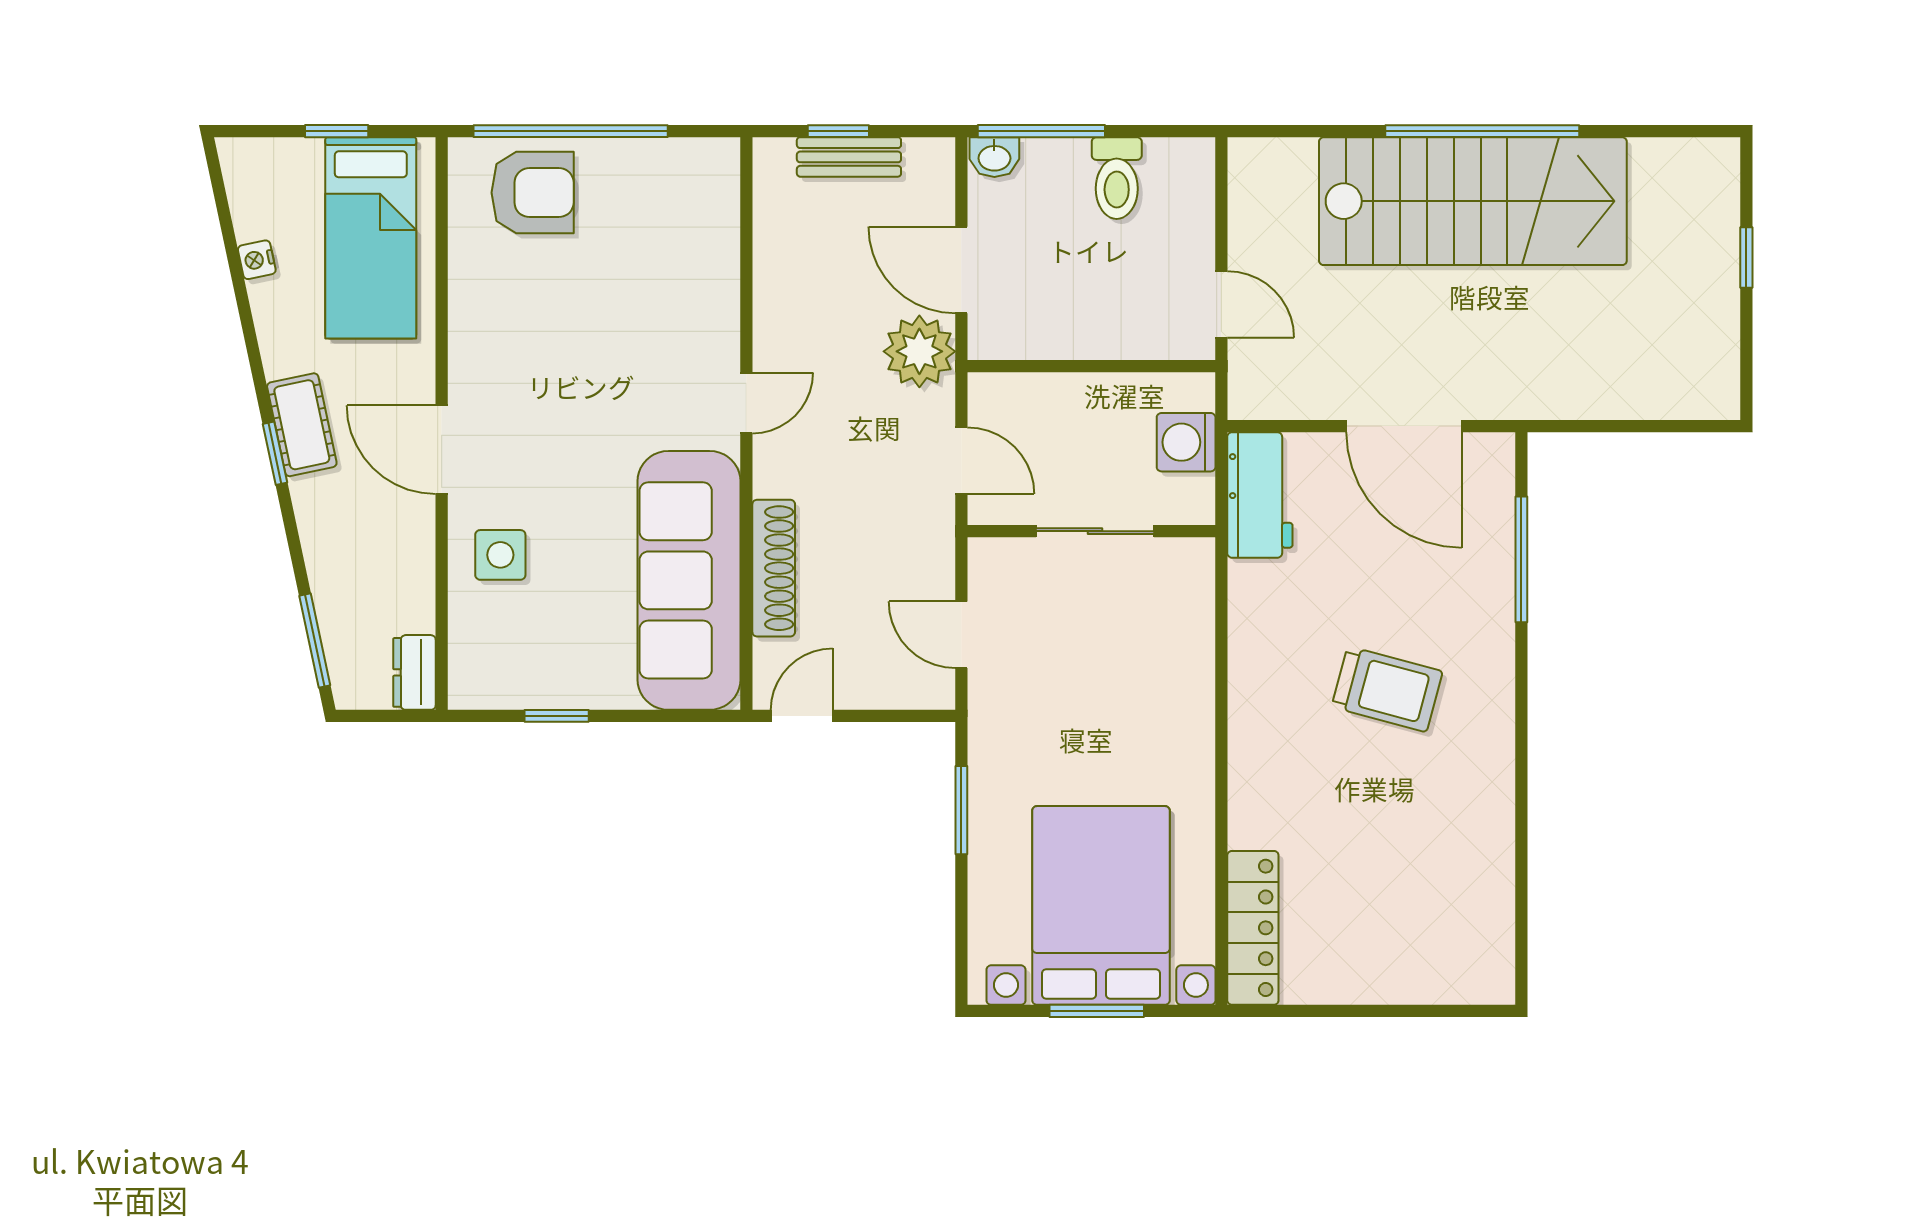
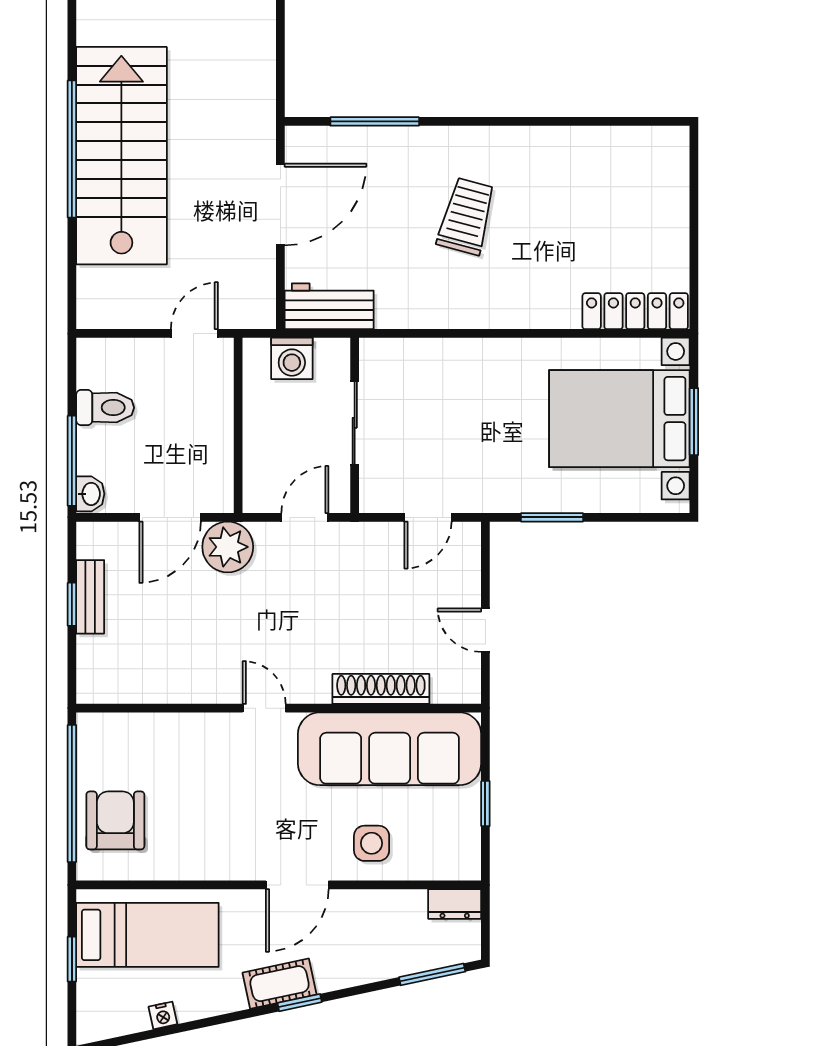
door: (746, 403) -> (264, 708), moved
wall: (746, 424) -> (279, 708), moved
shoe rack: (774, 568) -> (381, 689), moved
sofa: (689, 580) -> (390, 749), moved

